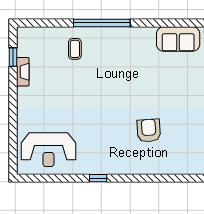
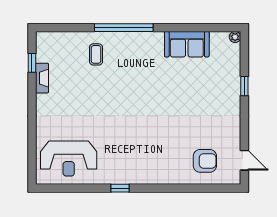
sofa: (178, 39) -> (187, 44), moved
armchair: (149, 130) -> (205, 161), moved, turned 94

